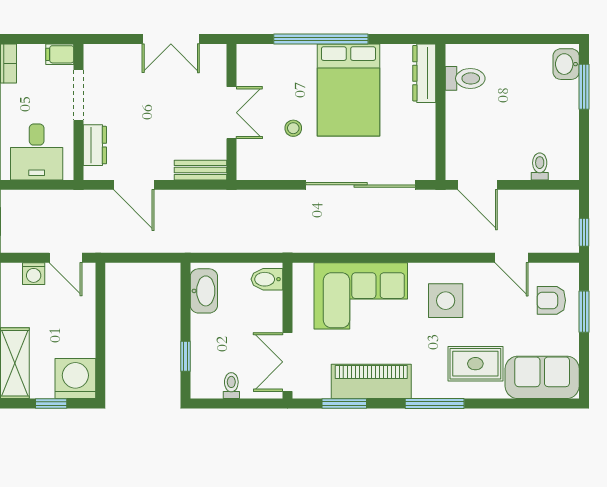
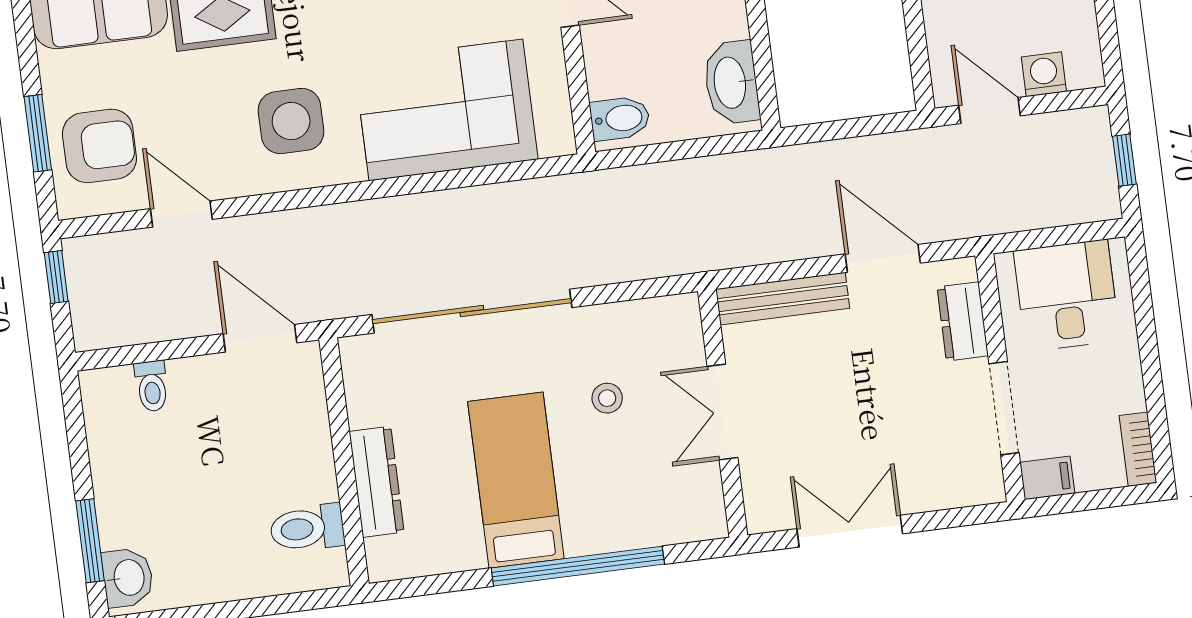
dresser: (424, 73) -> (377, 482), moved
bed: (348, 90) -> (516, 480), width x0.67
bench: (201, 170) -> (783, 299), width x1.36
armchair: (551, 300) -> (99, 146), width x1.38, depth x1.38

